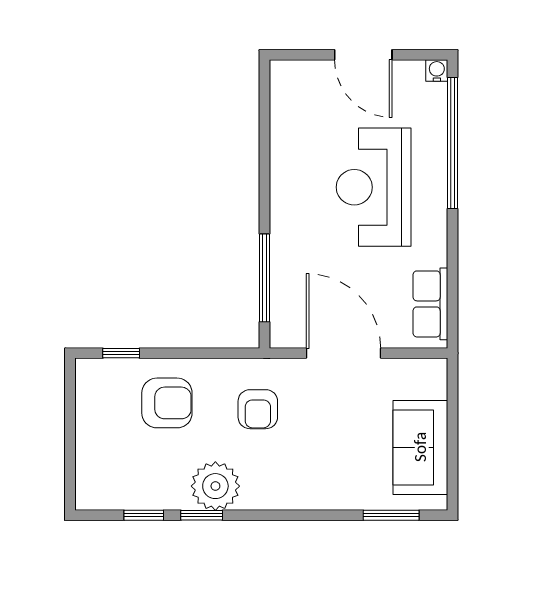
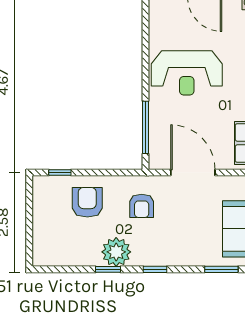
reception desk: (374, 187) -> (187, 73), moved, turned -90
armchair: (167, 403) -> (87, 202), turned -90
window: (144, 515) -> (155, 269), moved

